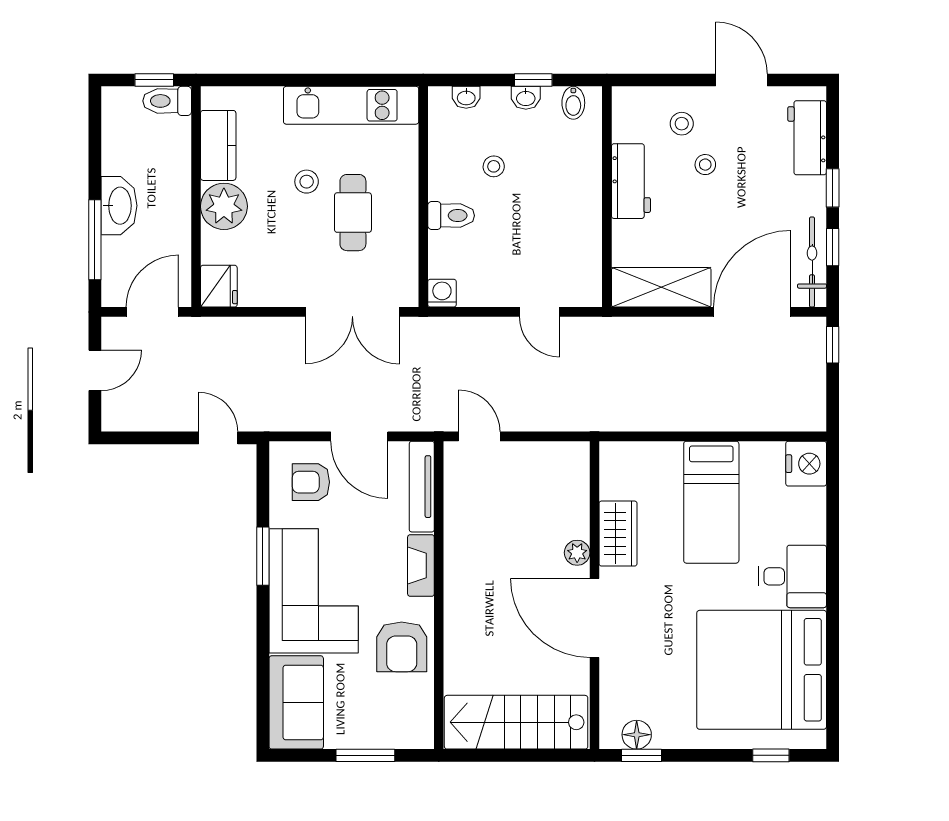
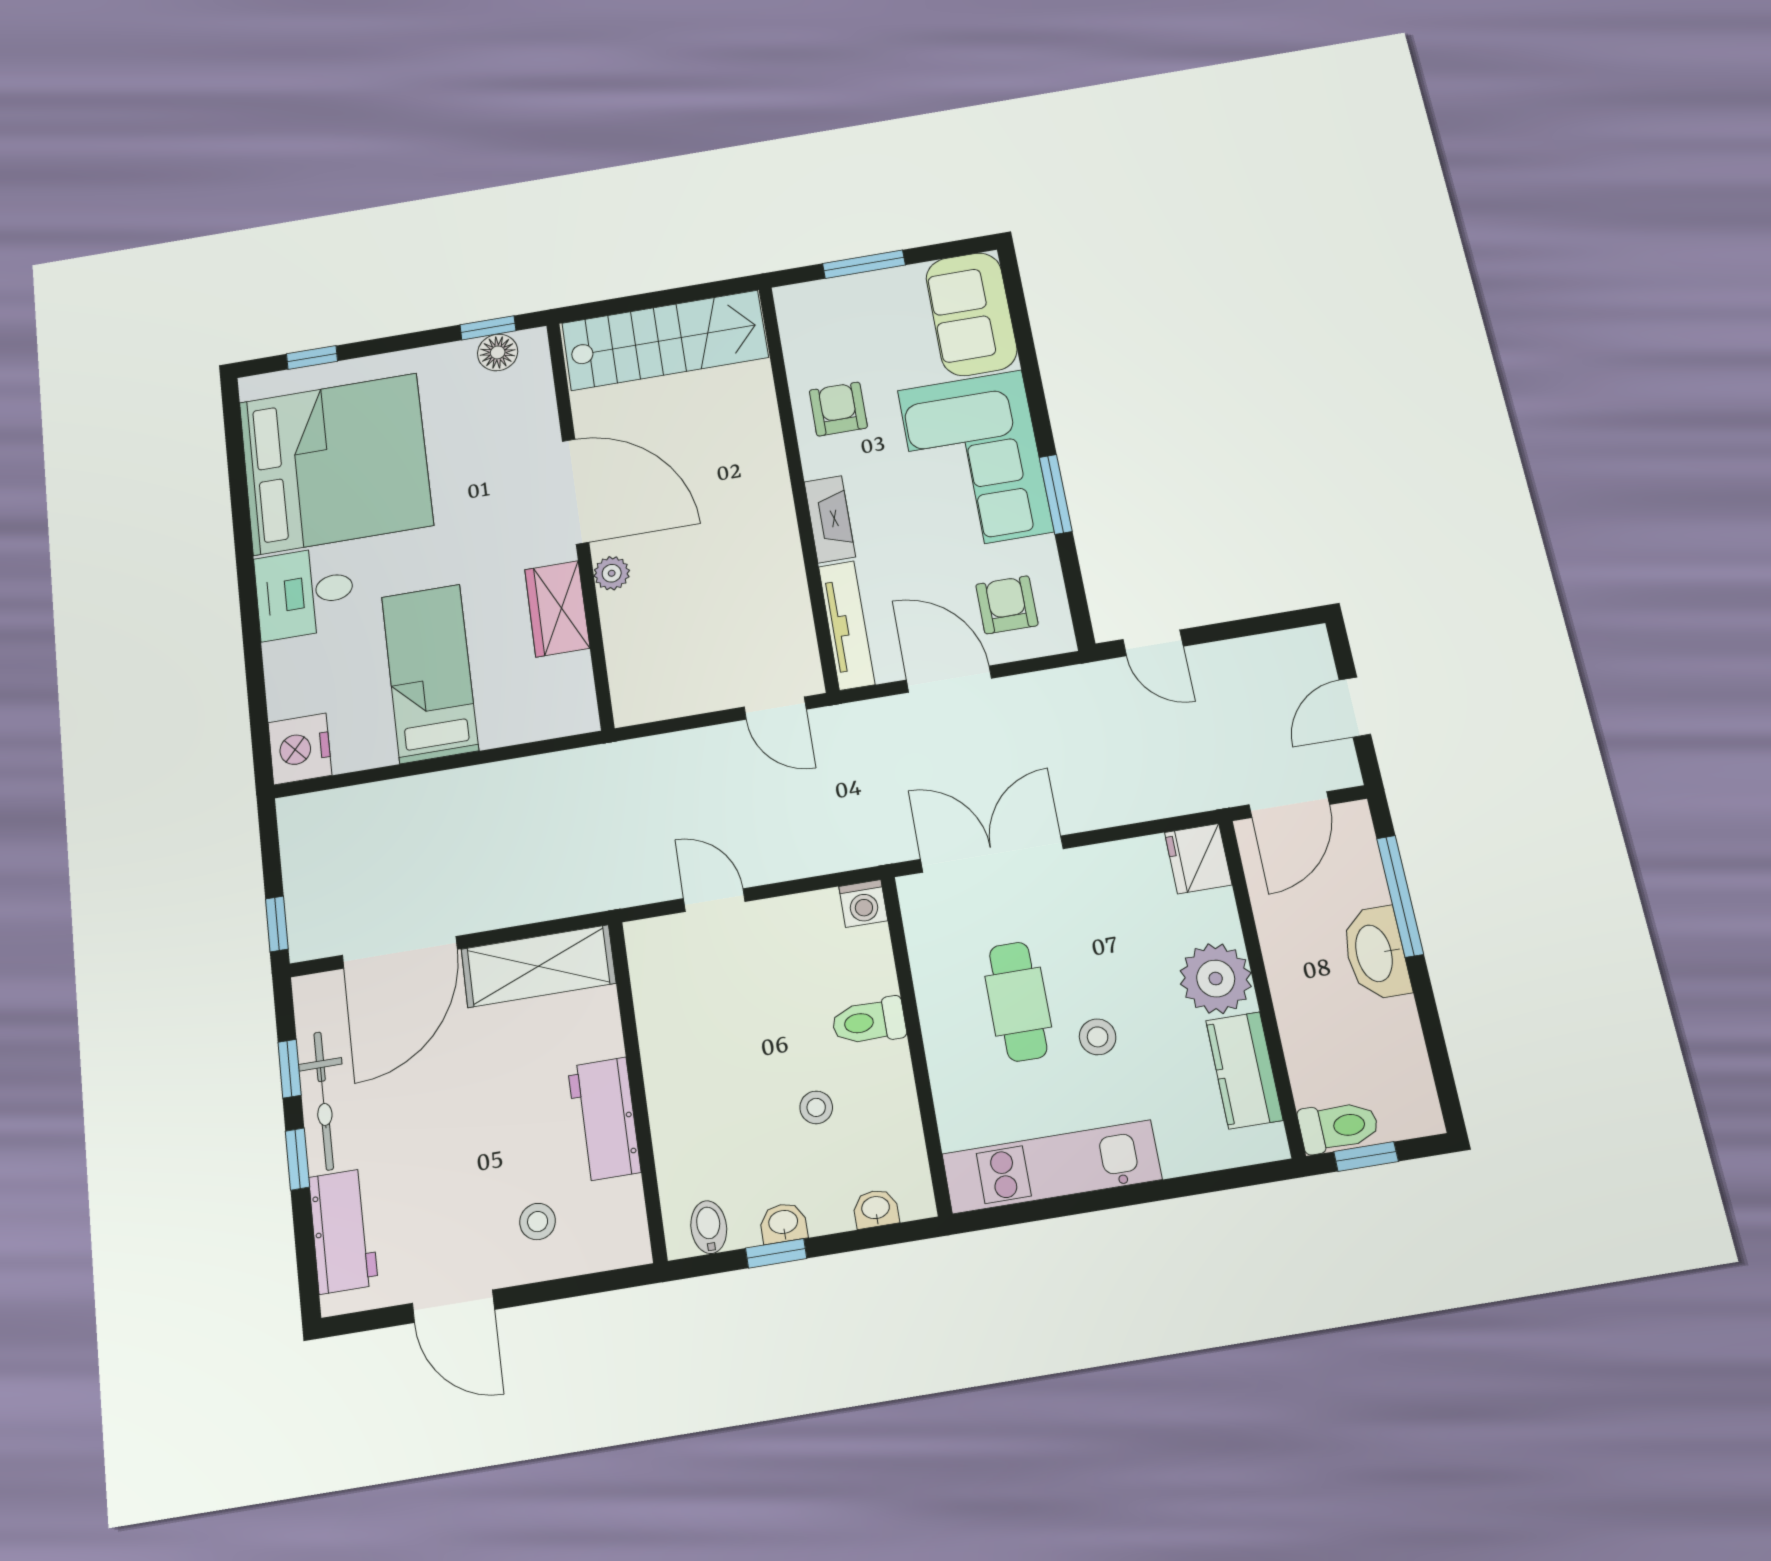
stool: (705, 165) -> (494, 1163), removed
bicycle: (812, 262) -> (324, 1101), moved
armchair: (311, 482) -> (1007, 605), turned -90
armchair: (402, 647) -> (838, 409), width x0.72, depth x0.72

